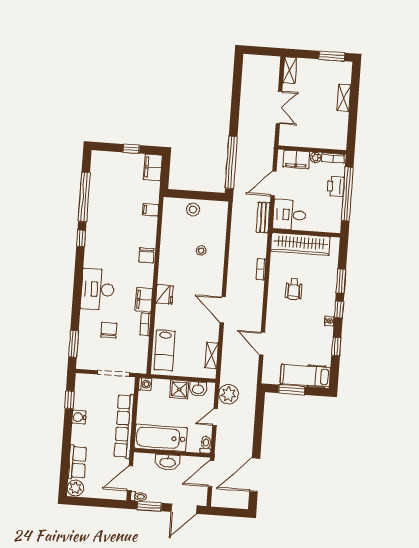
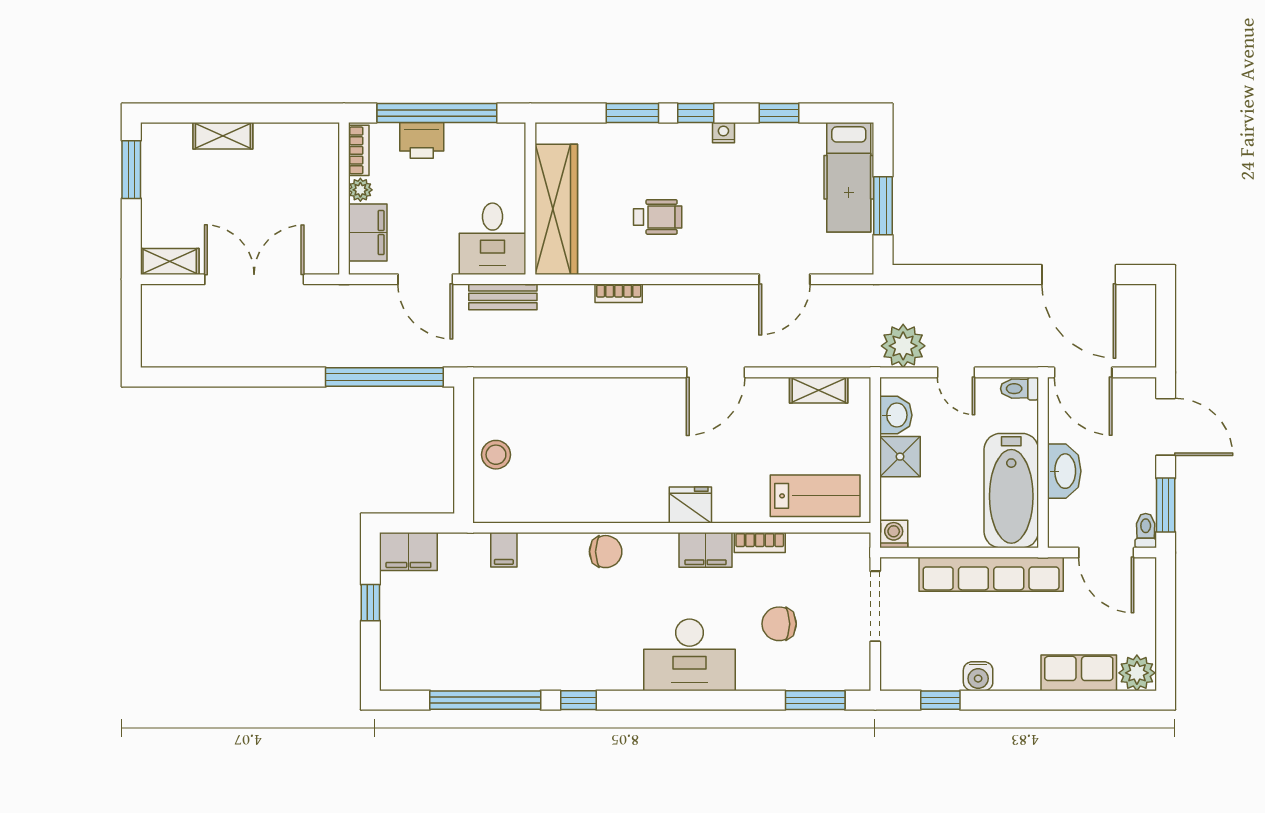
double door: (279, 107) -> (254, 279), width x1.37
stool: (201, 251) -> (587, 430), removed

